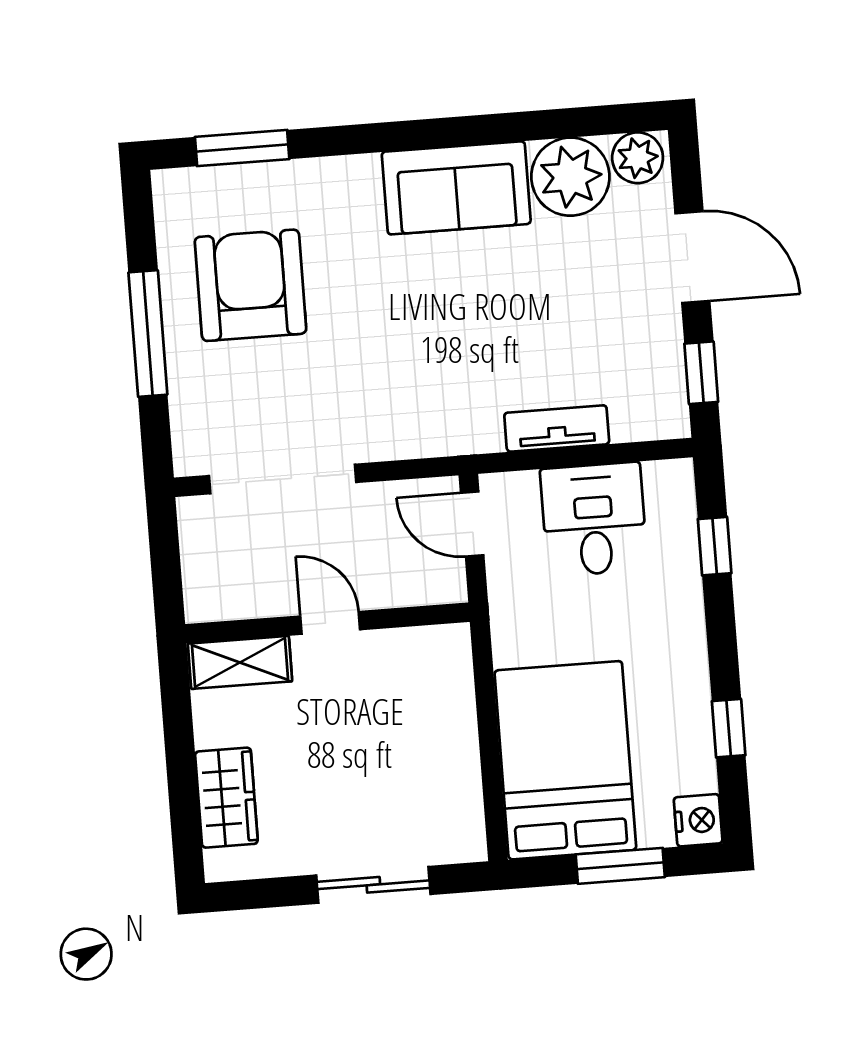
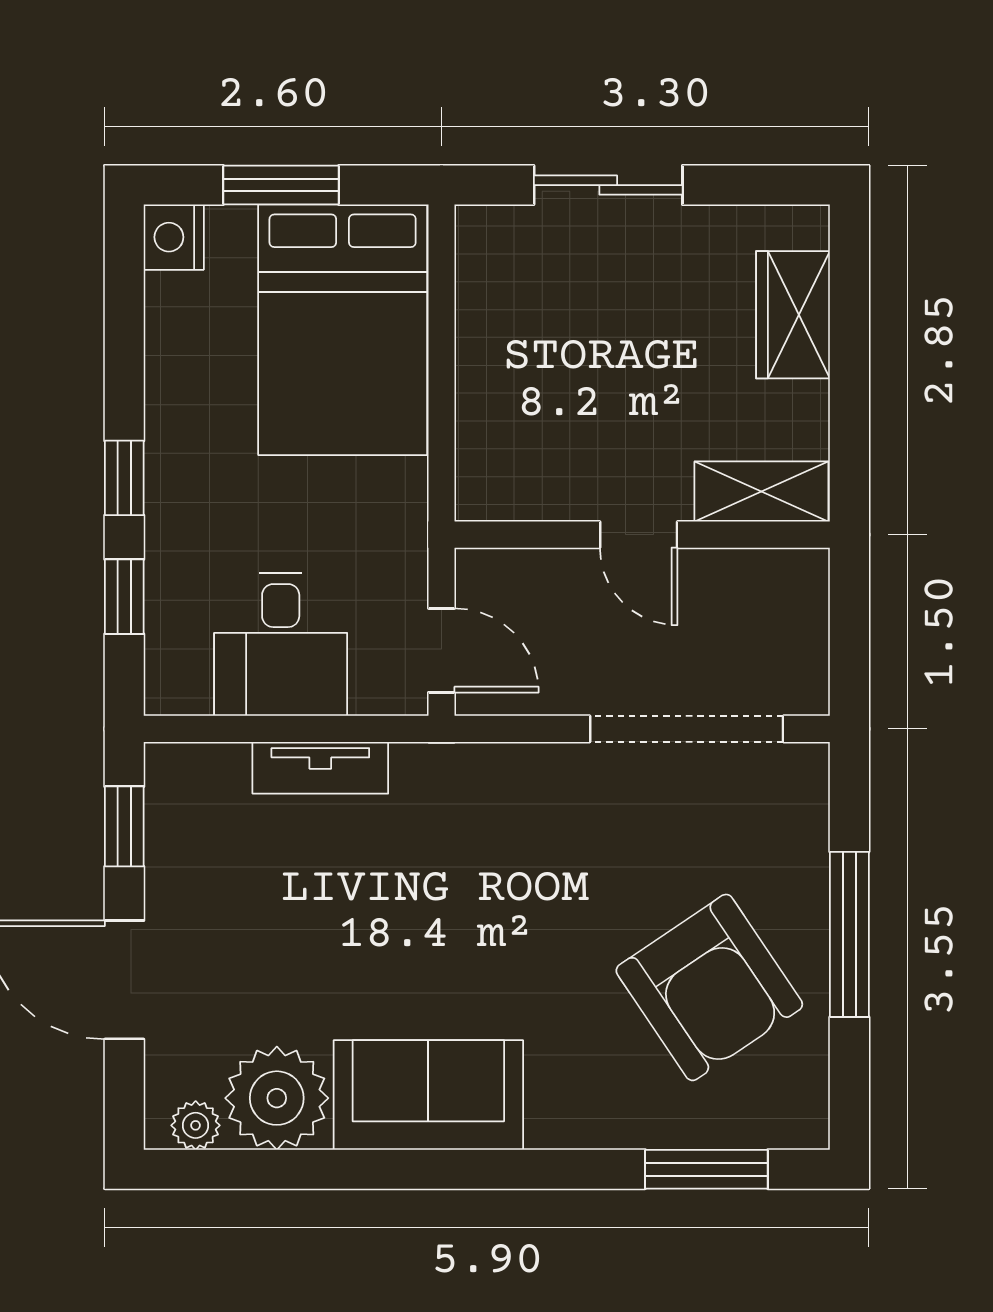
plant: (638, 158) -> (196, 1125), width x0.73, depth x0.73
armchair: (251, 285) -> (709, 987), turned -34
window: (729, 728) -> (124, 478), moved

